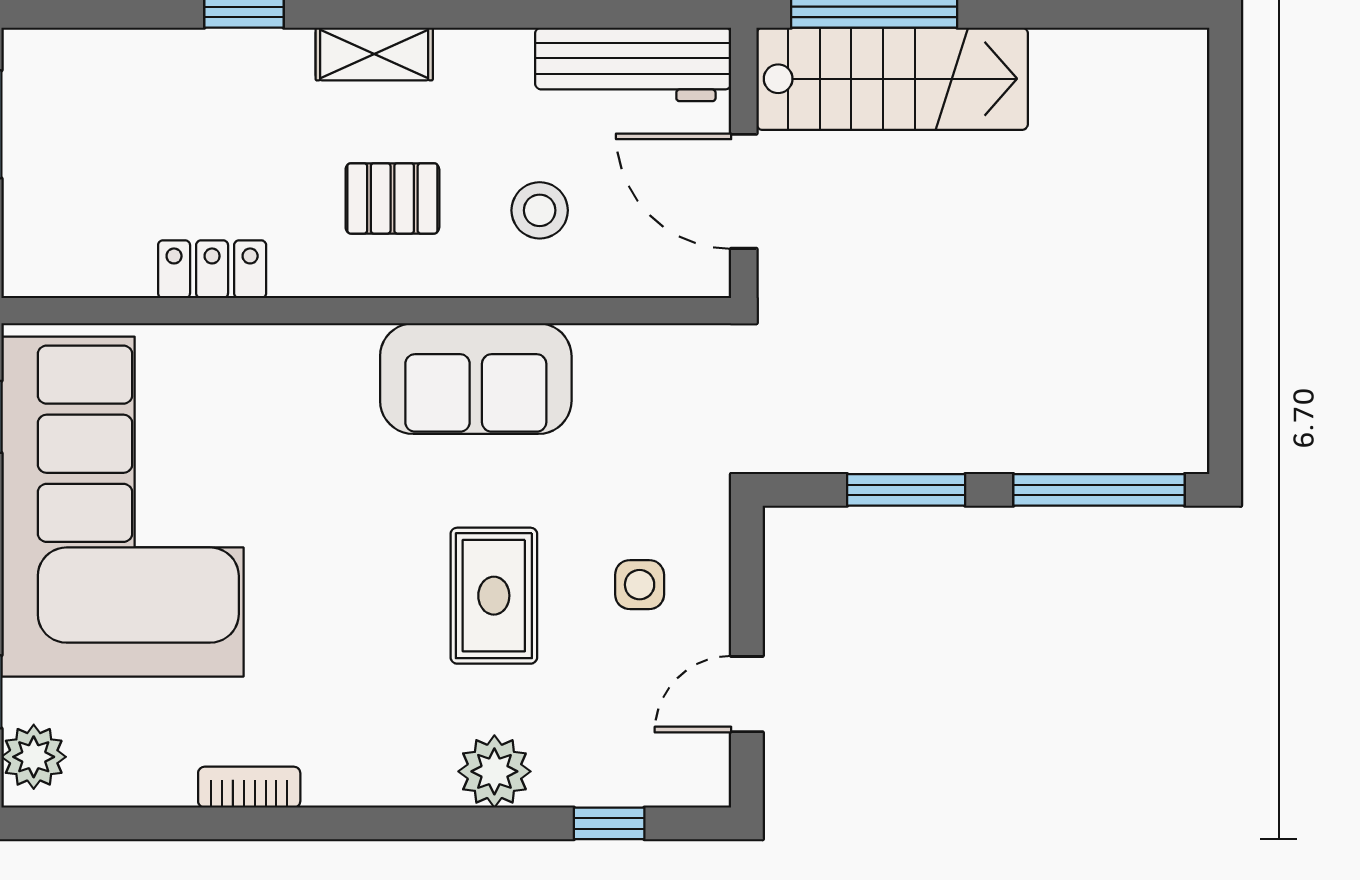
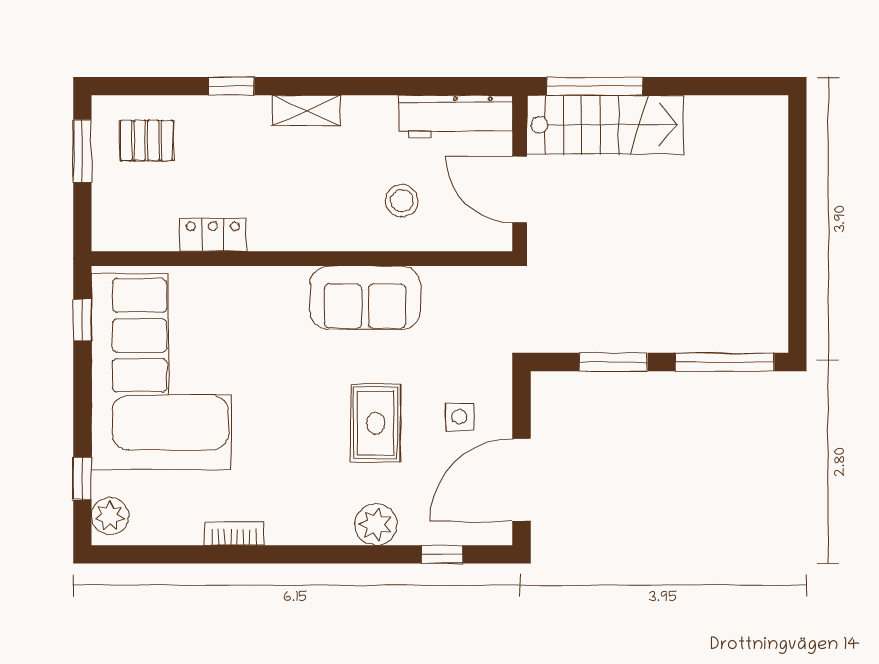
pallet: (392, 198) -> (147, 140), moved
door: (747, 694) -> (521, 480), width x1.87

